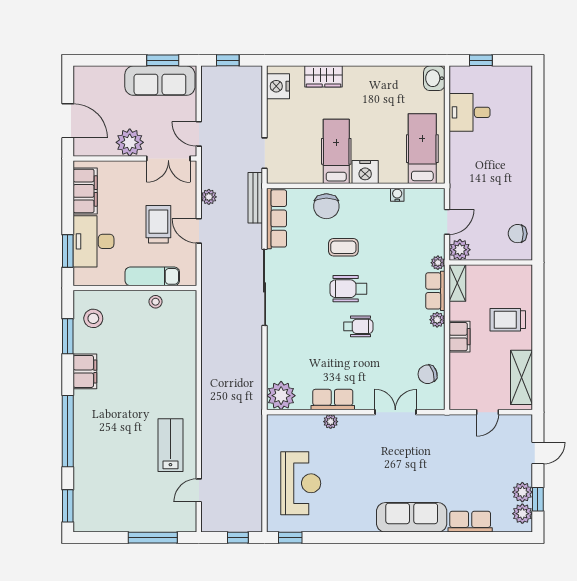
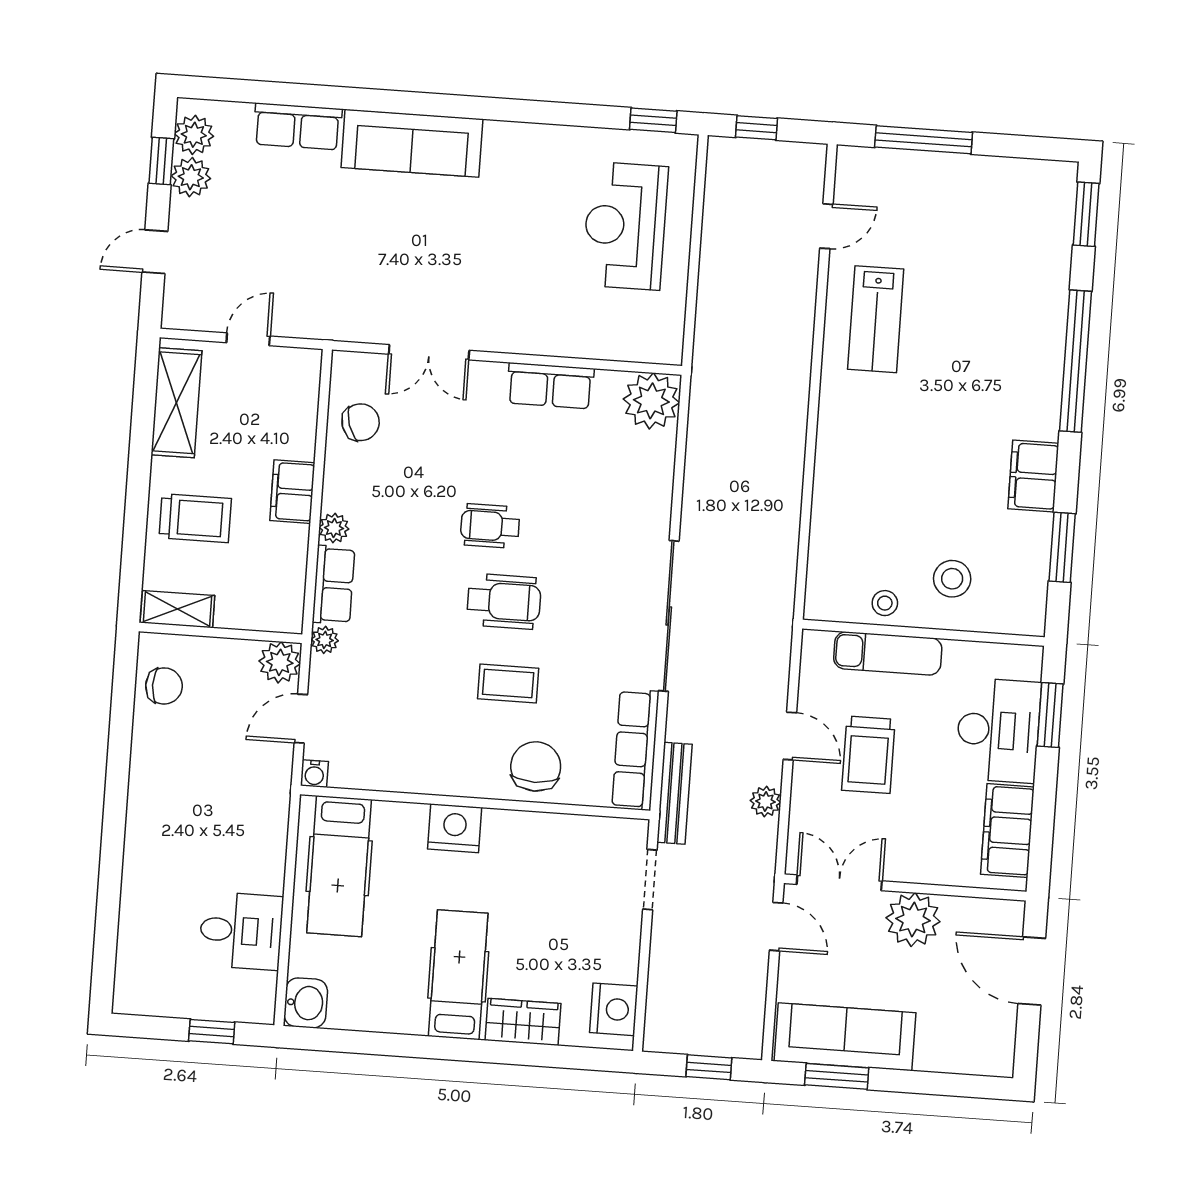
hospital bed: (336, 151) -> (458, 975), moved, turned 180
water cooler: (397, 195) -> (314, 774), moved
shelving: (457, 283) -> (177, 609), moved, turned 90
stool: (93, 318) -> (952, 579), moved
plant: (331, 422) -> (558, 343), removed

